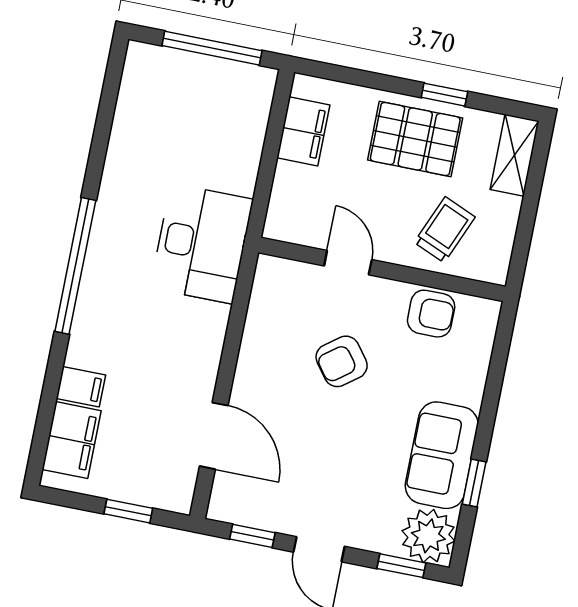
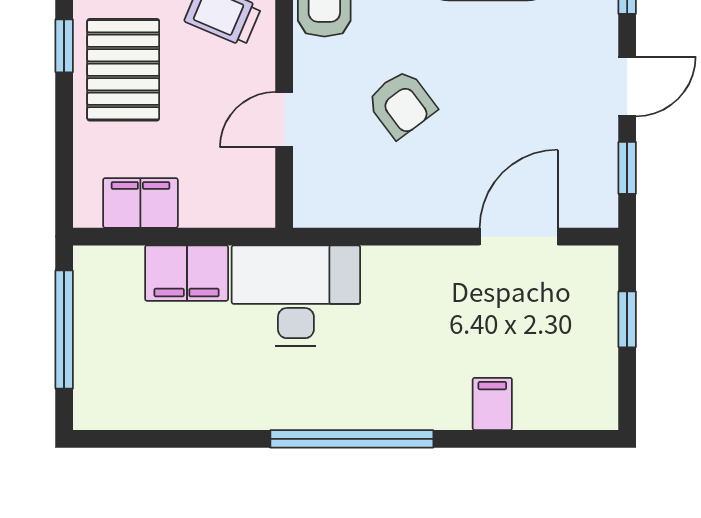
filing cabinet: (72, 440) -> (187, 273), moved, turned 180

